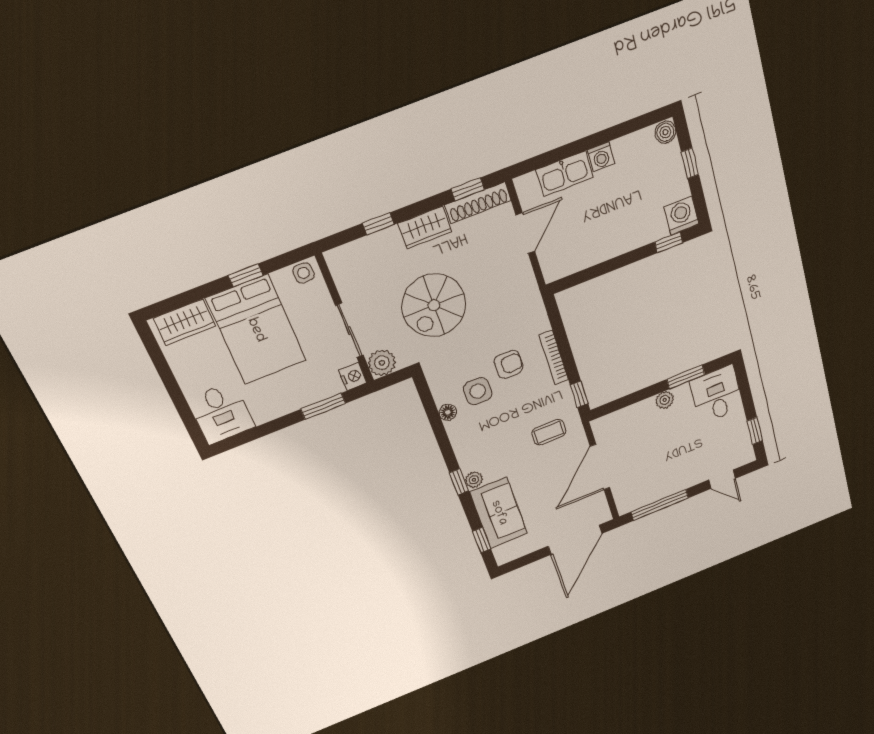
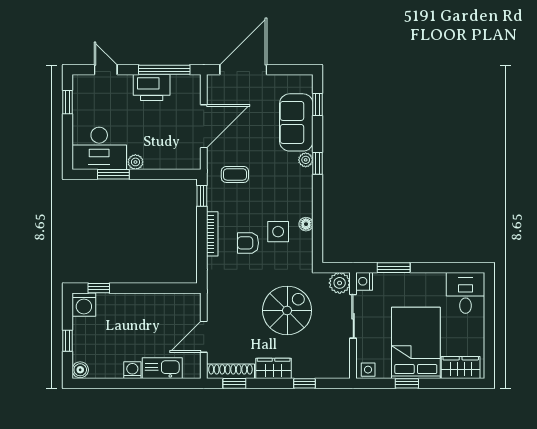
desk: (717, 395) -> (99, 148), width x1.37
printer: (668, 482) -> (152, 88), added

